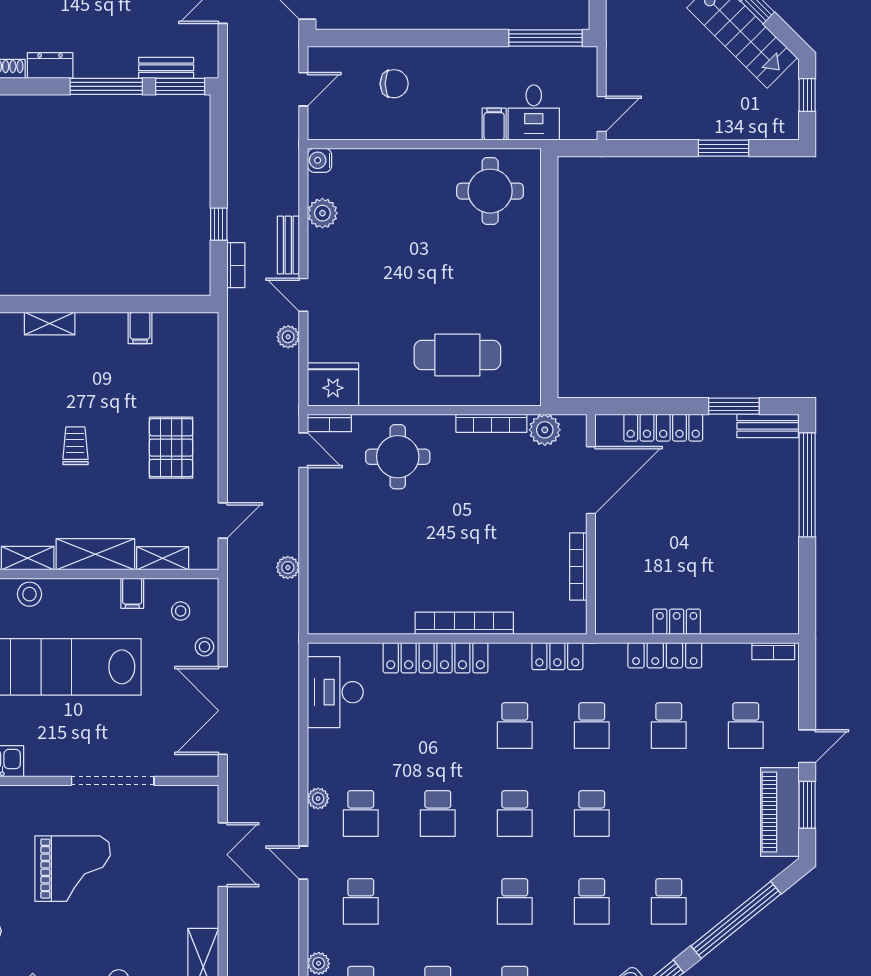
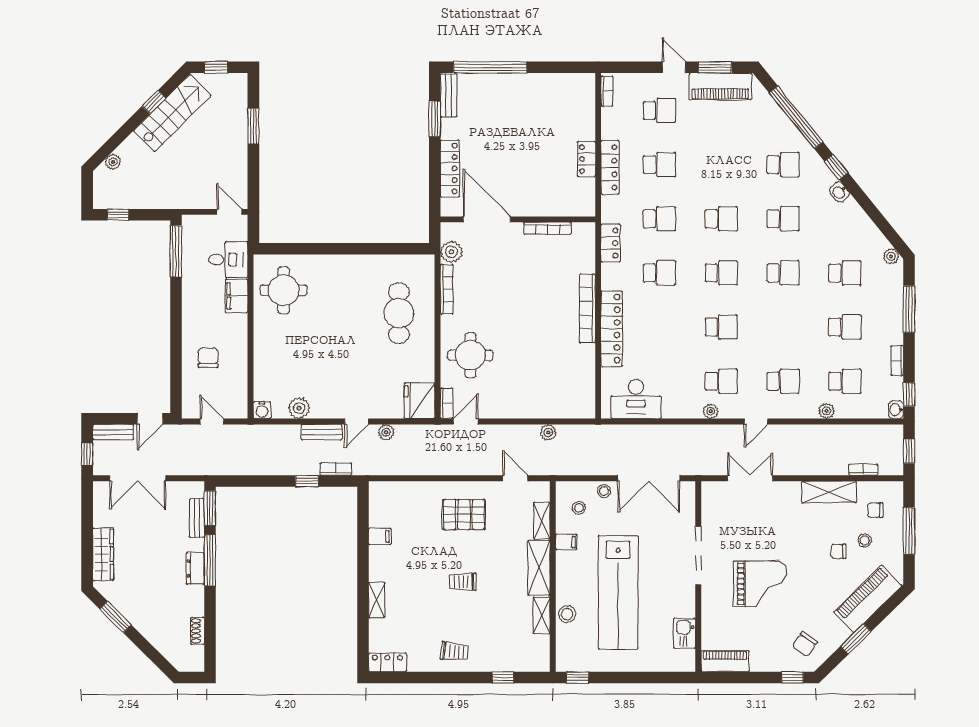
dresser: (50, 65) -> (195, 569), moved
filing cabinet: (494, 124) -> (237, 296), width x2.00
grand piano: (73, 869) -> (760, 584), turned 90

